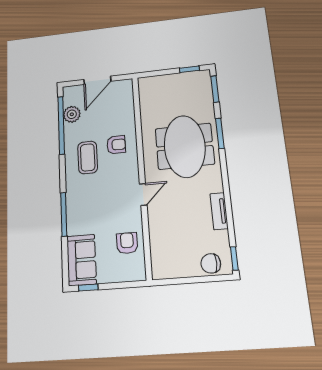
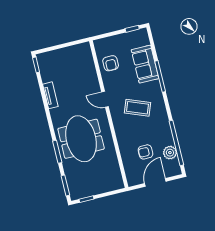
armchair: (116, 145) -> (145, 152), moved
coffee table: (88, 157) -> (137, 108), moved, turned -69
door: (143, 194) -> (105, 99), hinge flipped
sofa: (81, 260) -> (145, 64), moved
chair: (211, 263) -> (51, 59), removed

